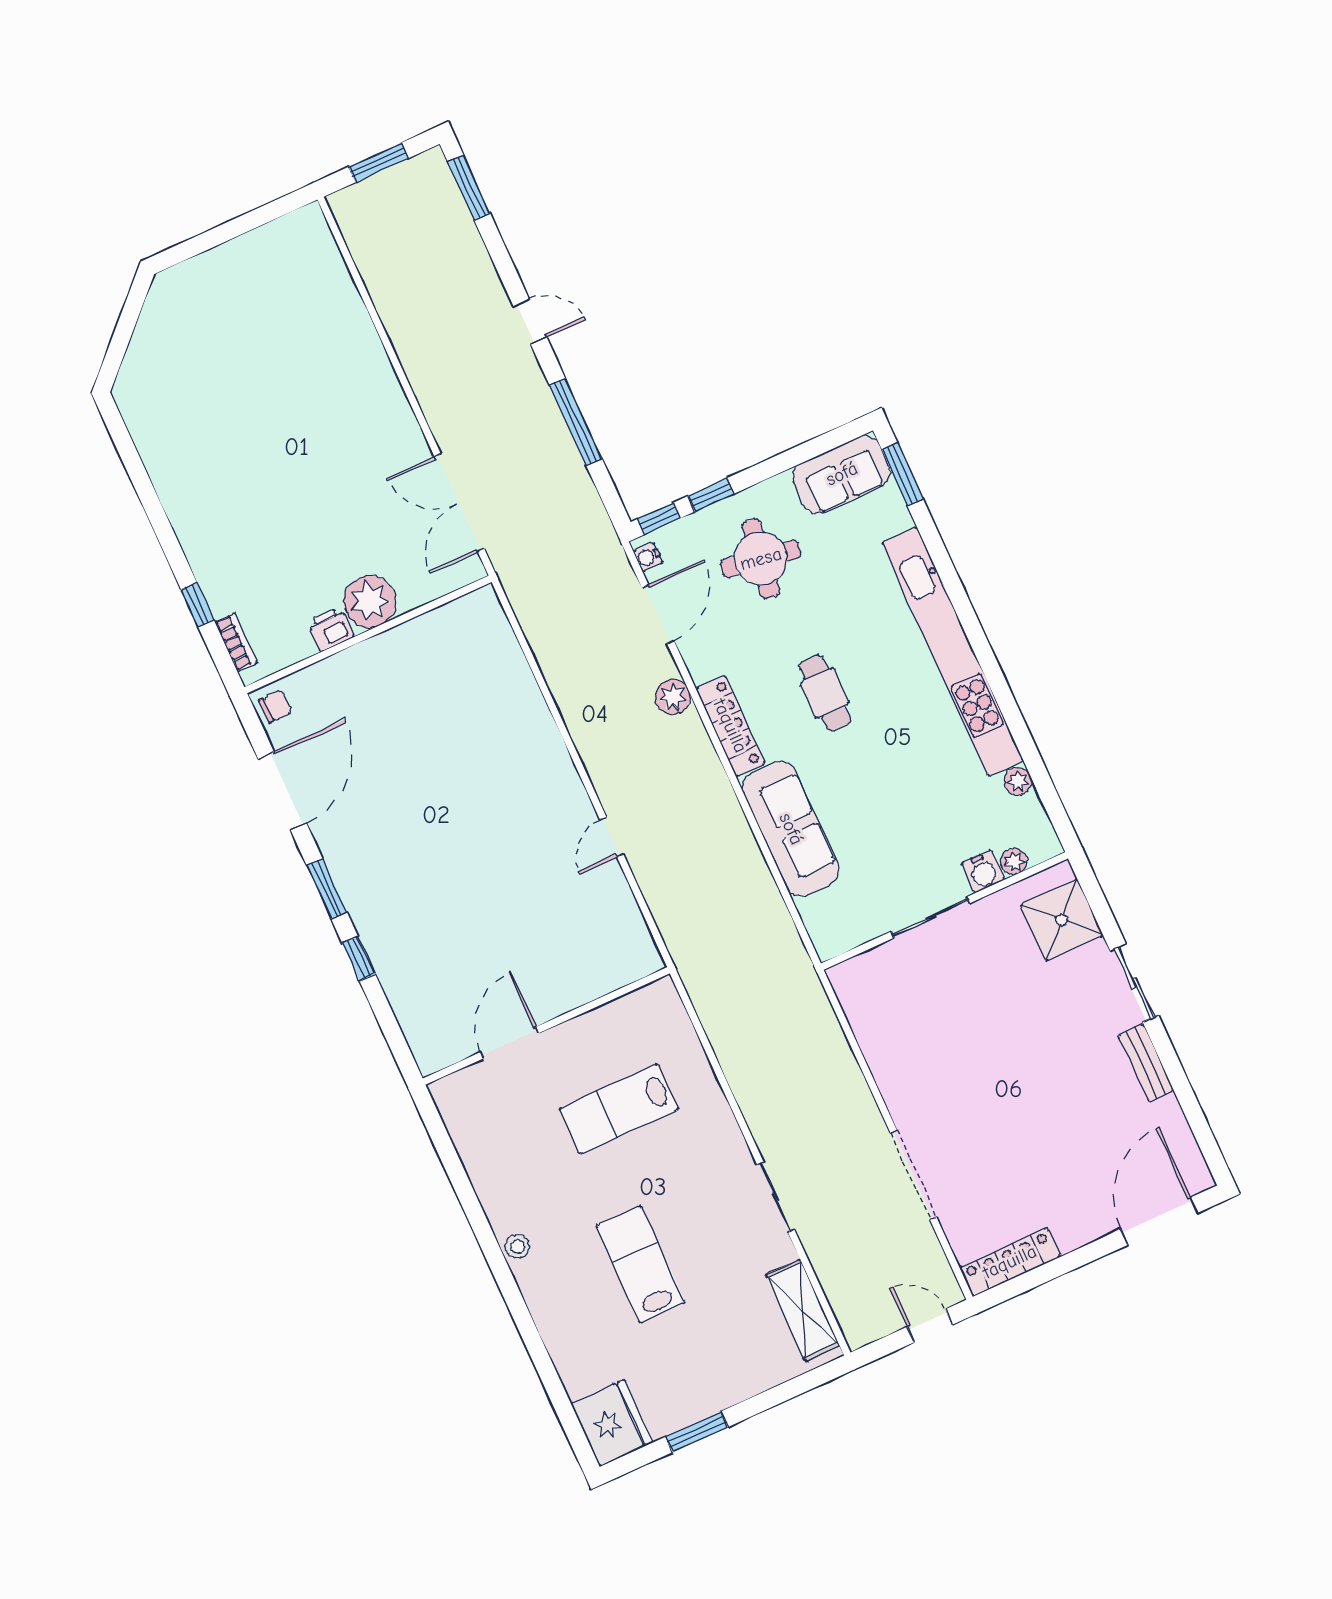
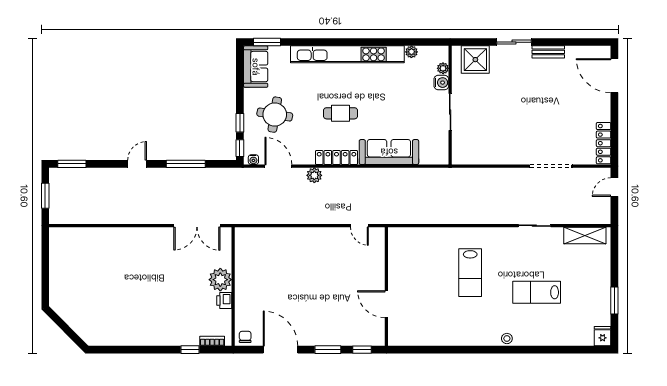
wall: (546, 1026) -> (386, 286), moved
door: (510, 1043) -> (386, 304), moved
fridge: (612, 1423) -> (603, 336), width x0.53, depth x0.75

